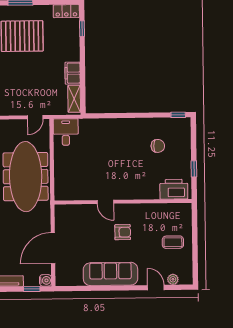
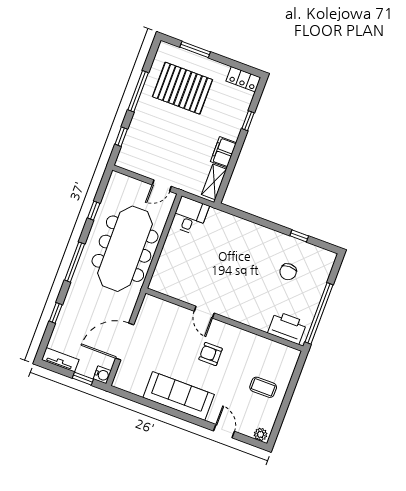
window: (82, 29) -> (248, 121), moved
window: (178, 115) -> (299, 236), moved
chair: (158, 146) -> (288, 272), turned 90
window: (194, 169) -> (319, 313), width x3.17
armchair: (123, 232) -> (211, 354), turned 180
plant: (173, 279) -> (261, 434), moved

